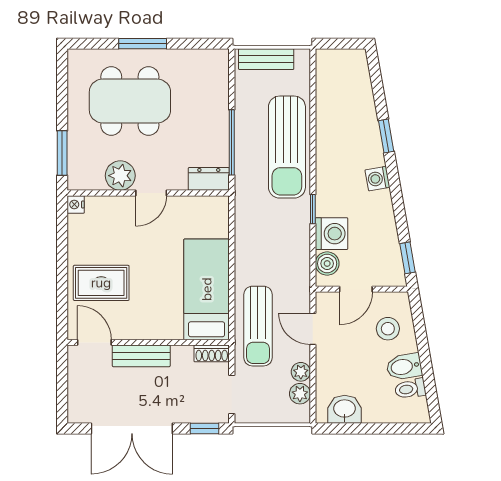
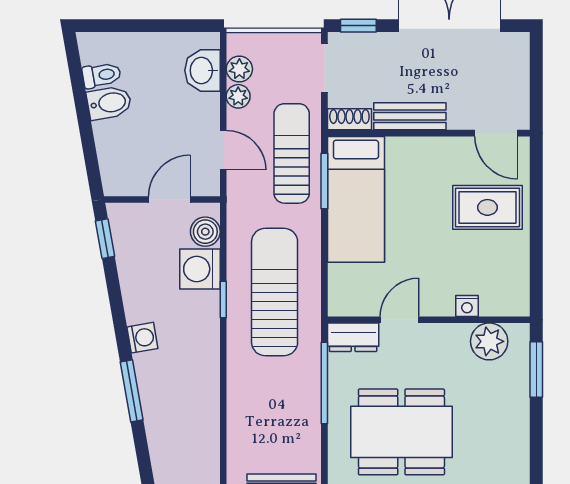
dining table: (130, 101) -> (401, 432), moved
window: (386, 136) -> (132, 391), width x1.50
sun lounger: (287, 147) -> (275, 292), moved
plant: (120, 176) -> (489, 341), moved
door: (151, 193) -> (400, 320), moved
nightstand: (76, 204) -> (467, 306), moved, turned 90
window: (232, 304) -> (324, 181), added
stool: (388, 329) -> (129, 150), removed
bench: (141, 356) -> (410, 116), moved
washbasin: (345, 409) -> (202, 70), moved, turned 90

